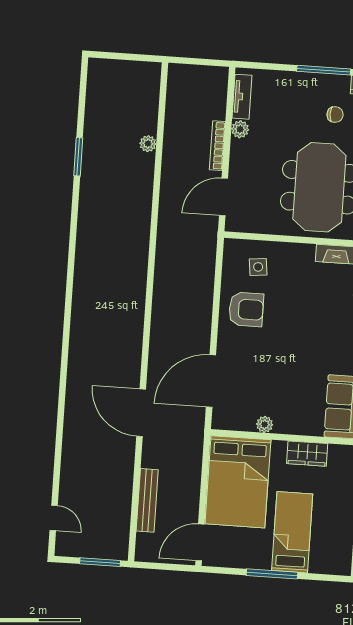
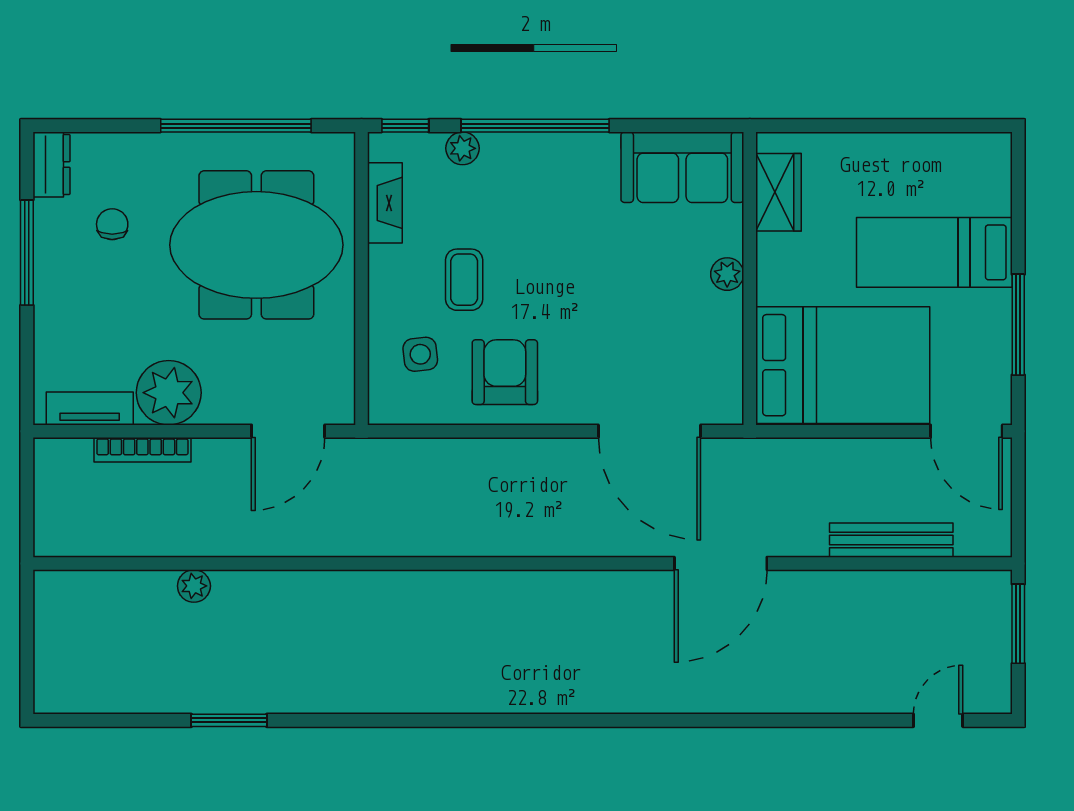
plant: (240, 129) -> (169, 393), width x1.87, depth x1.87
bookcase: (217, 146) -> (142, 450), moved
door: (223, 197) -> (288, 431), hinge flipped
coffee table: (295, 292) -> (464, 280), added
plant: (265, 424) -> (727, 274), moved
wardrobe: (307, 454) -> (778, 192), moved
window: (272, 574) -> (1018, 325), moved

